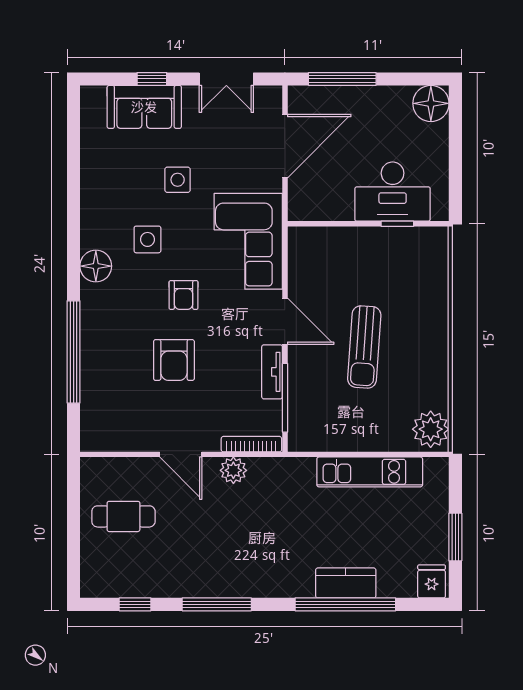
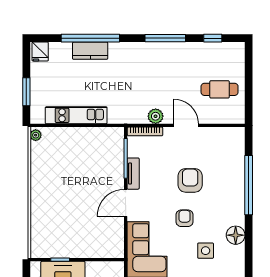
door: (285, 321) -> (126, 203), hinge flipped
sun lounger: (364, 347) -> (79, 188), removed
plant: (431, 429) -> (36, 135), width x0.53, depth x0.53
window: (455, 537) -> (26, 92), moved

